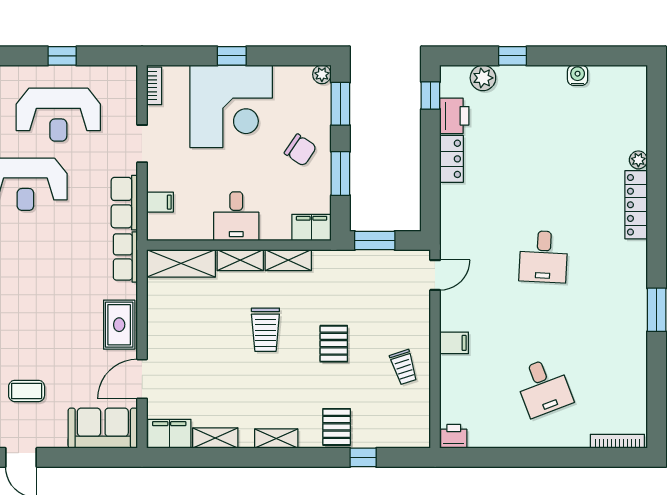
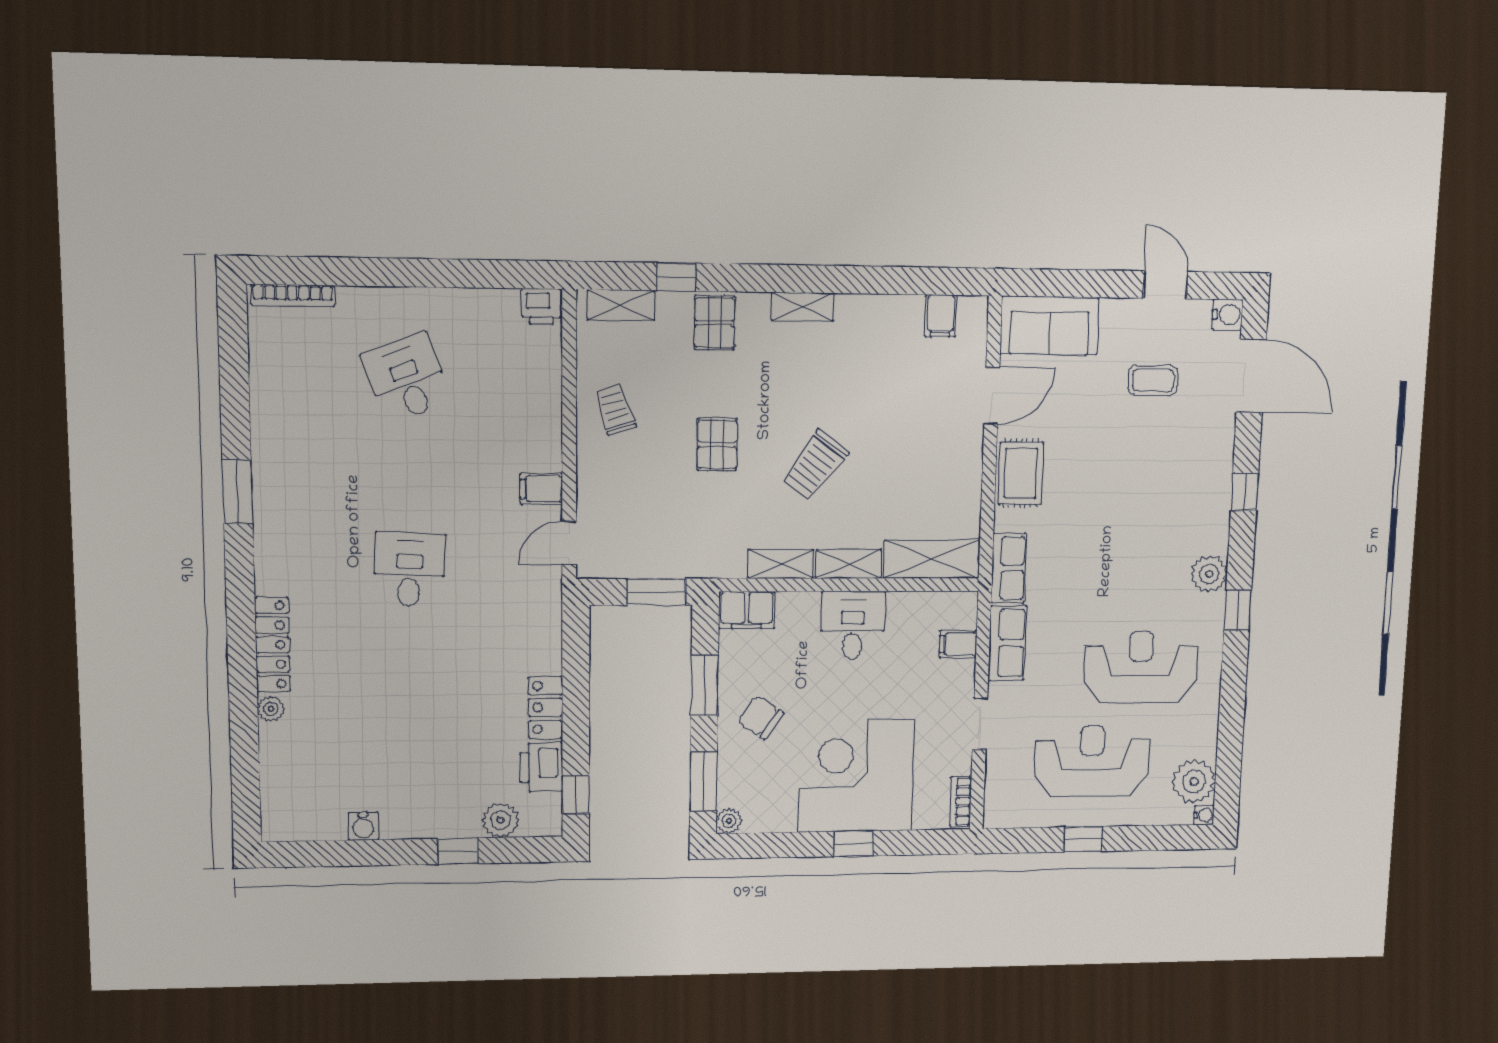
trolley: (265, 330) -> (815, 465), turned -143
filing cabinet: (454, 343) -> (541, 489), moved
filing cabinet: (169, 434) -> (941, 316), width x0.50
shelving: (215, 438) -> (621, 305), moved

